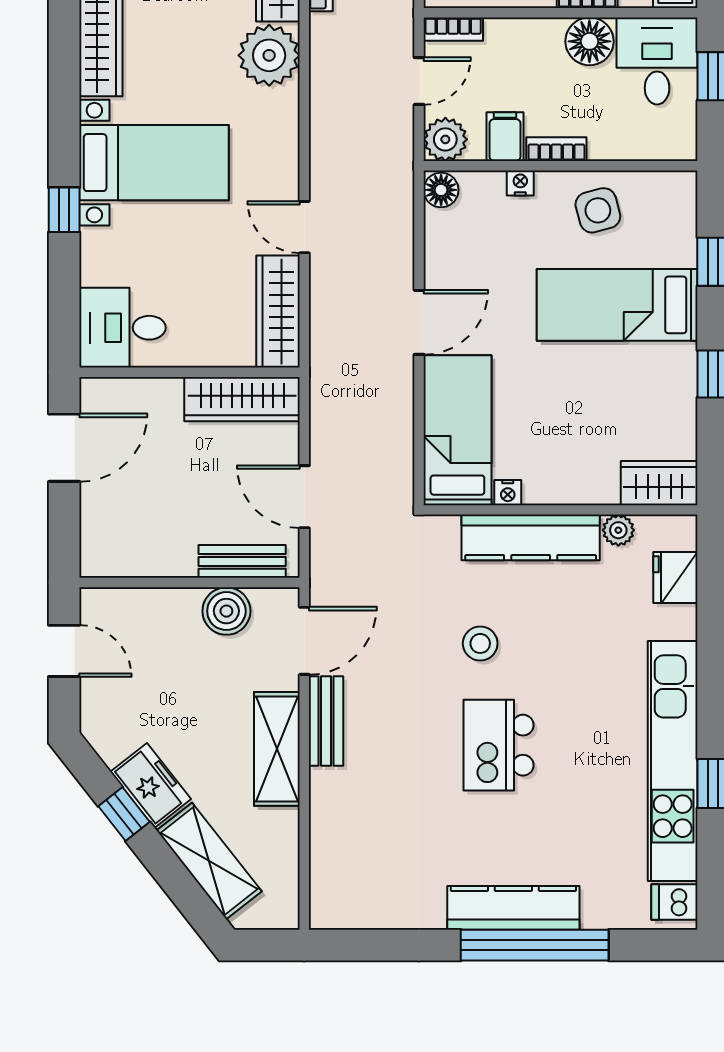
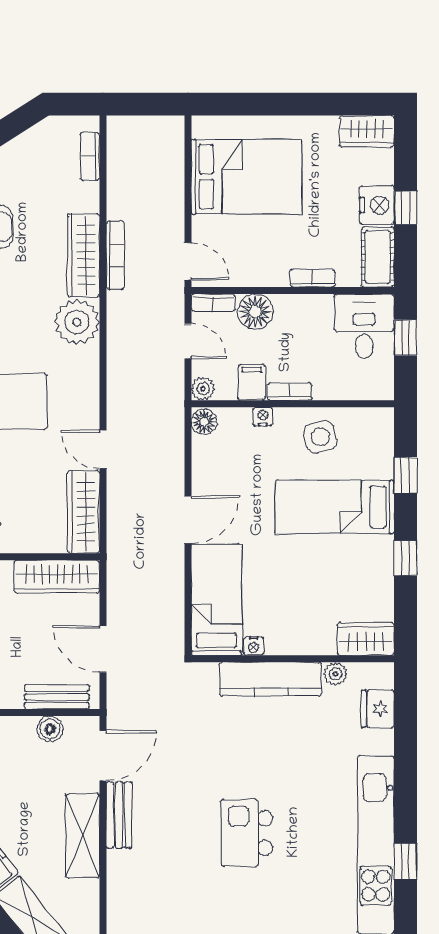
floor lamp: (589, 41) -> (255, 312), moved
door: (419, 81) -> (188, 341), hinge flipped
plant: (445, 139) -> (203, 389), width x0.73, depth x0.73
boiler: (226, 611) -> (50, 729), width x0.73, depth x0.73
stool: (480, 643) -> (233, 758), removed

